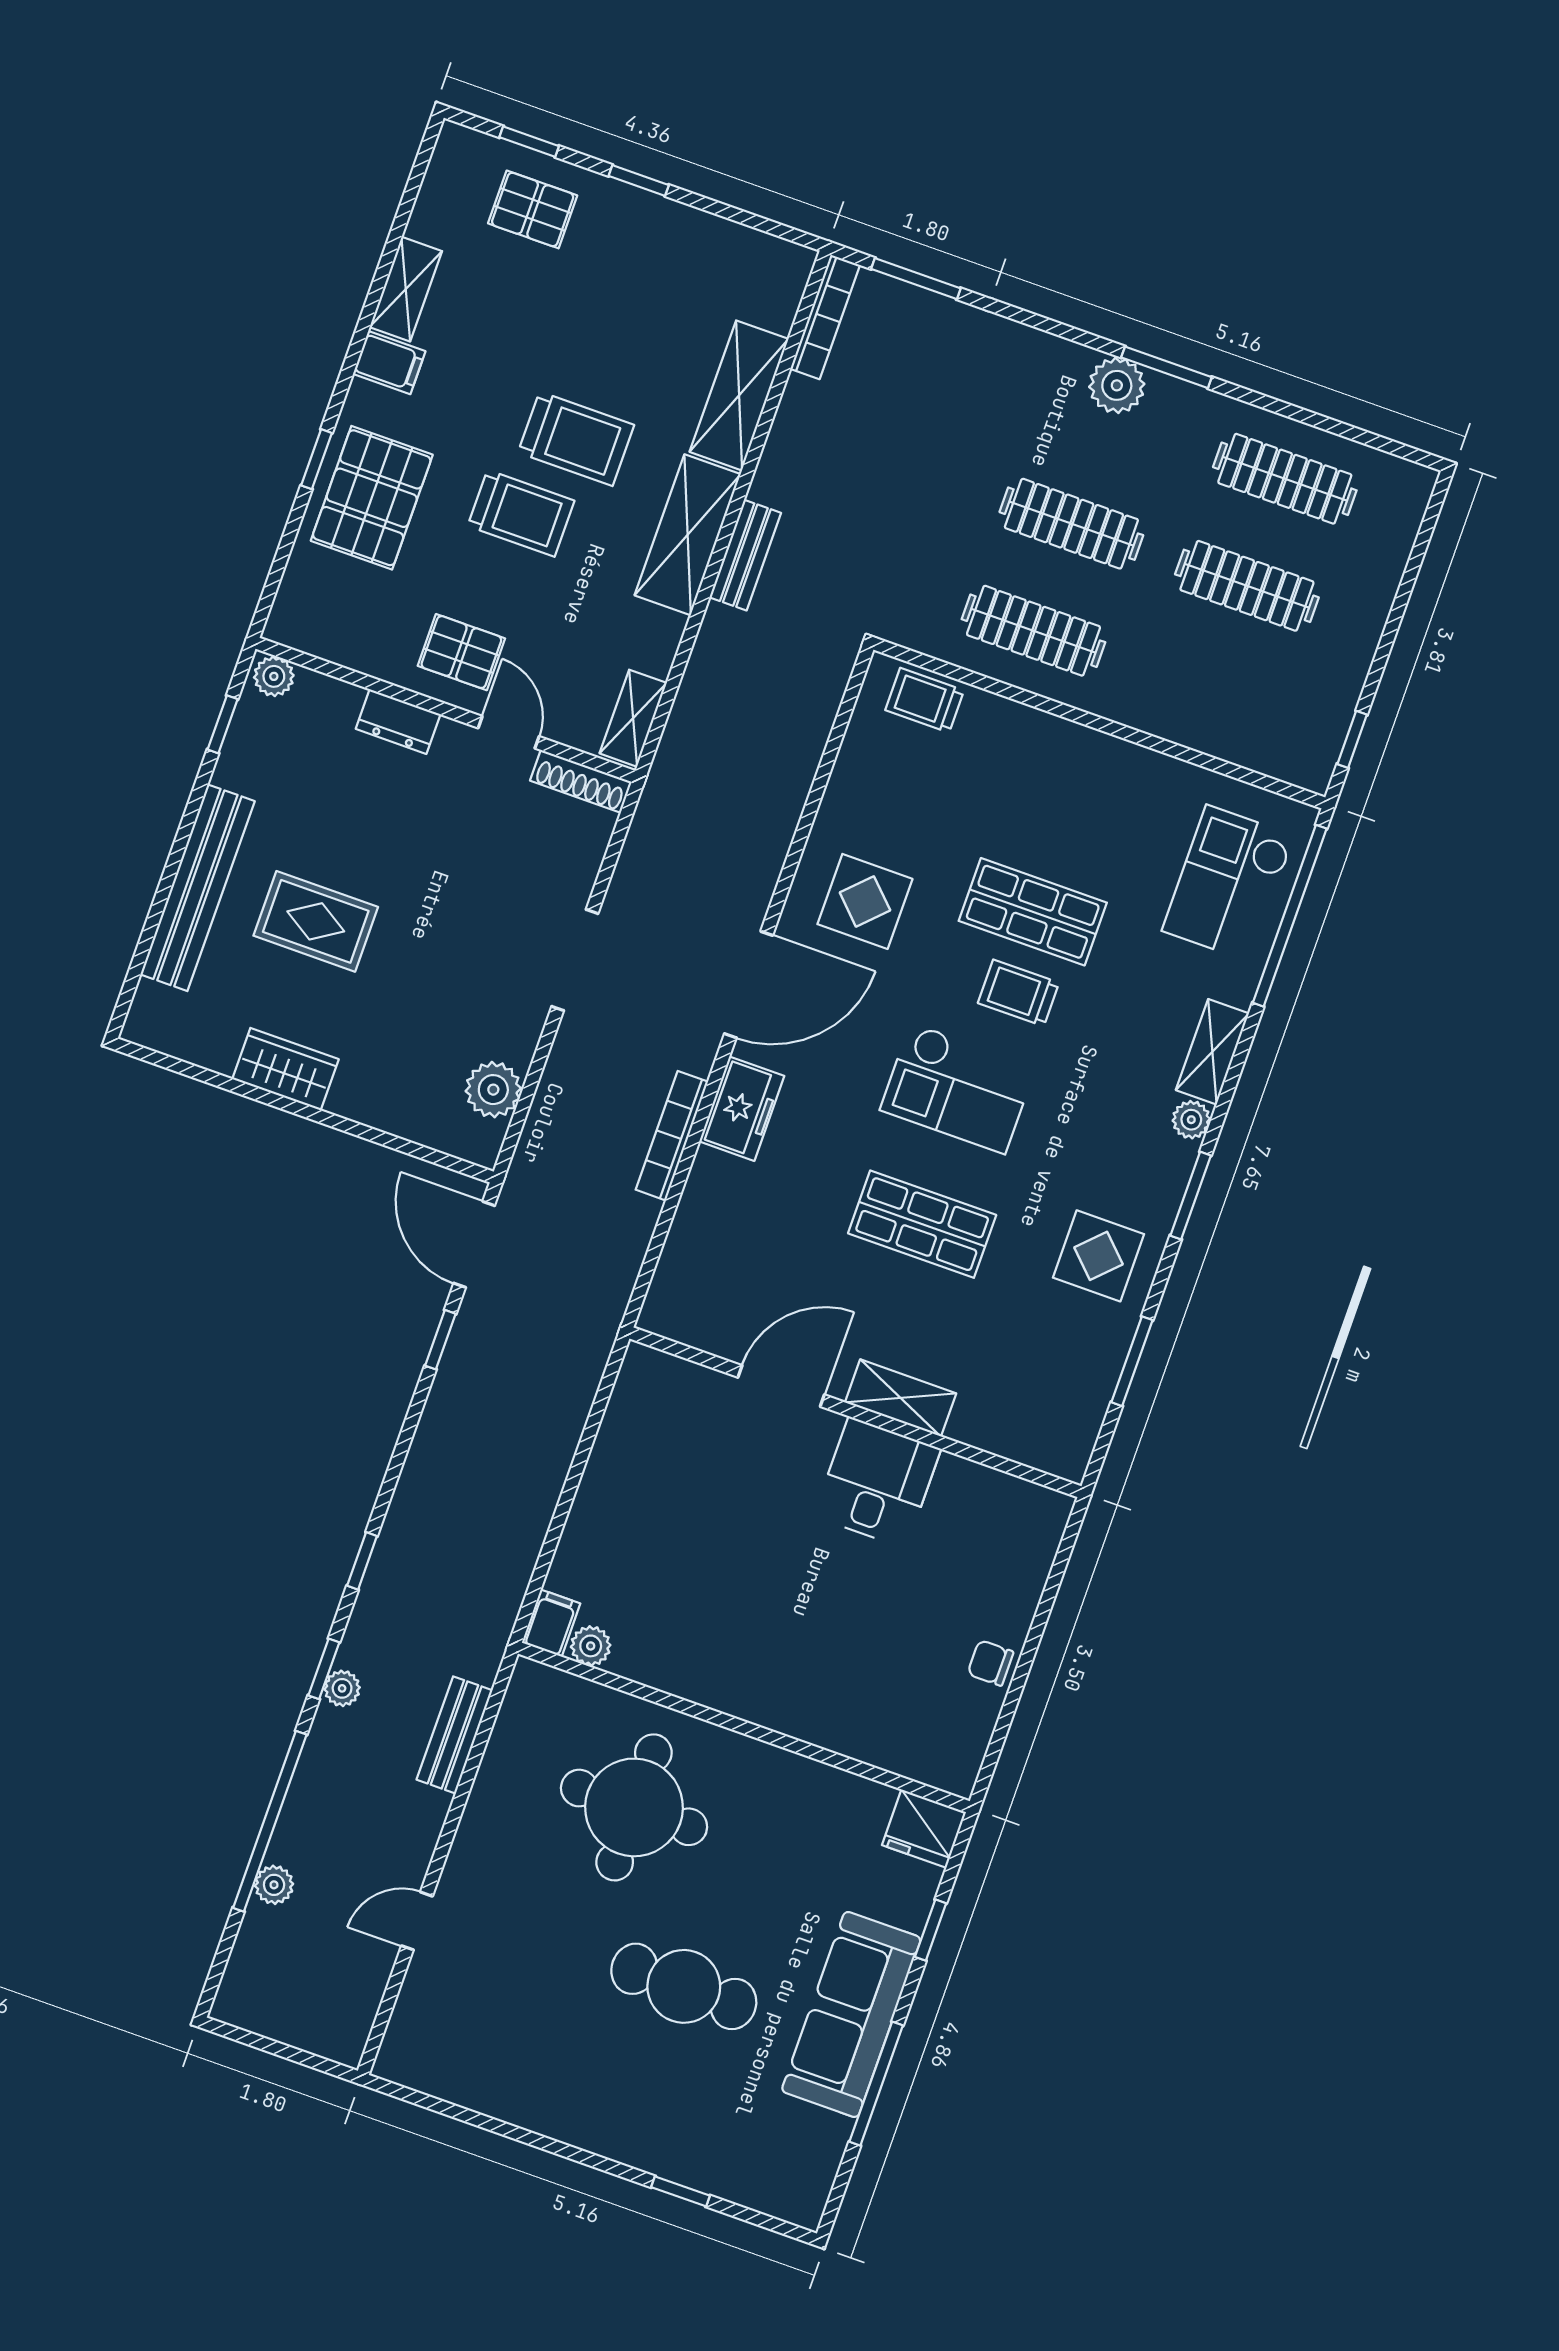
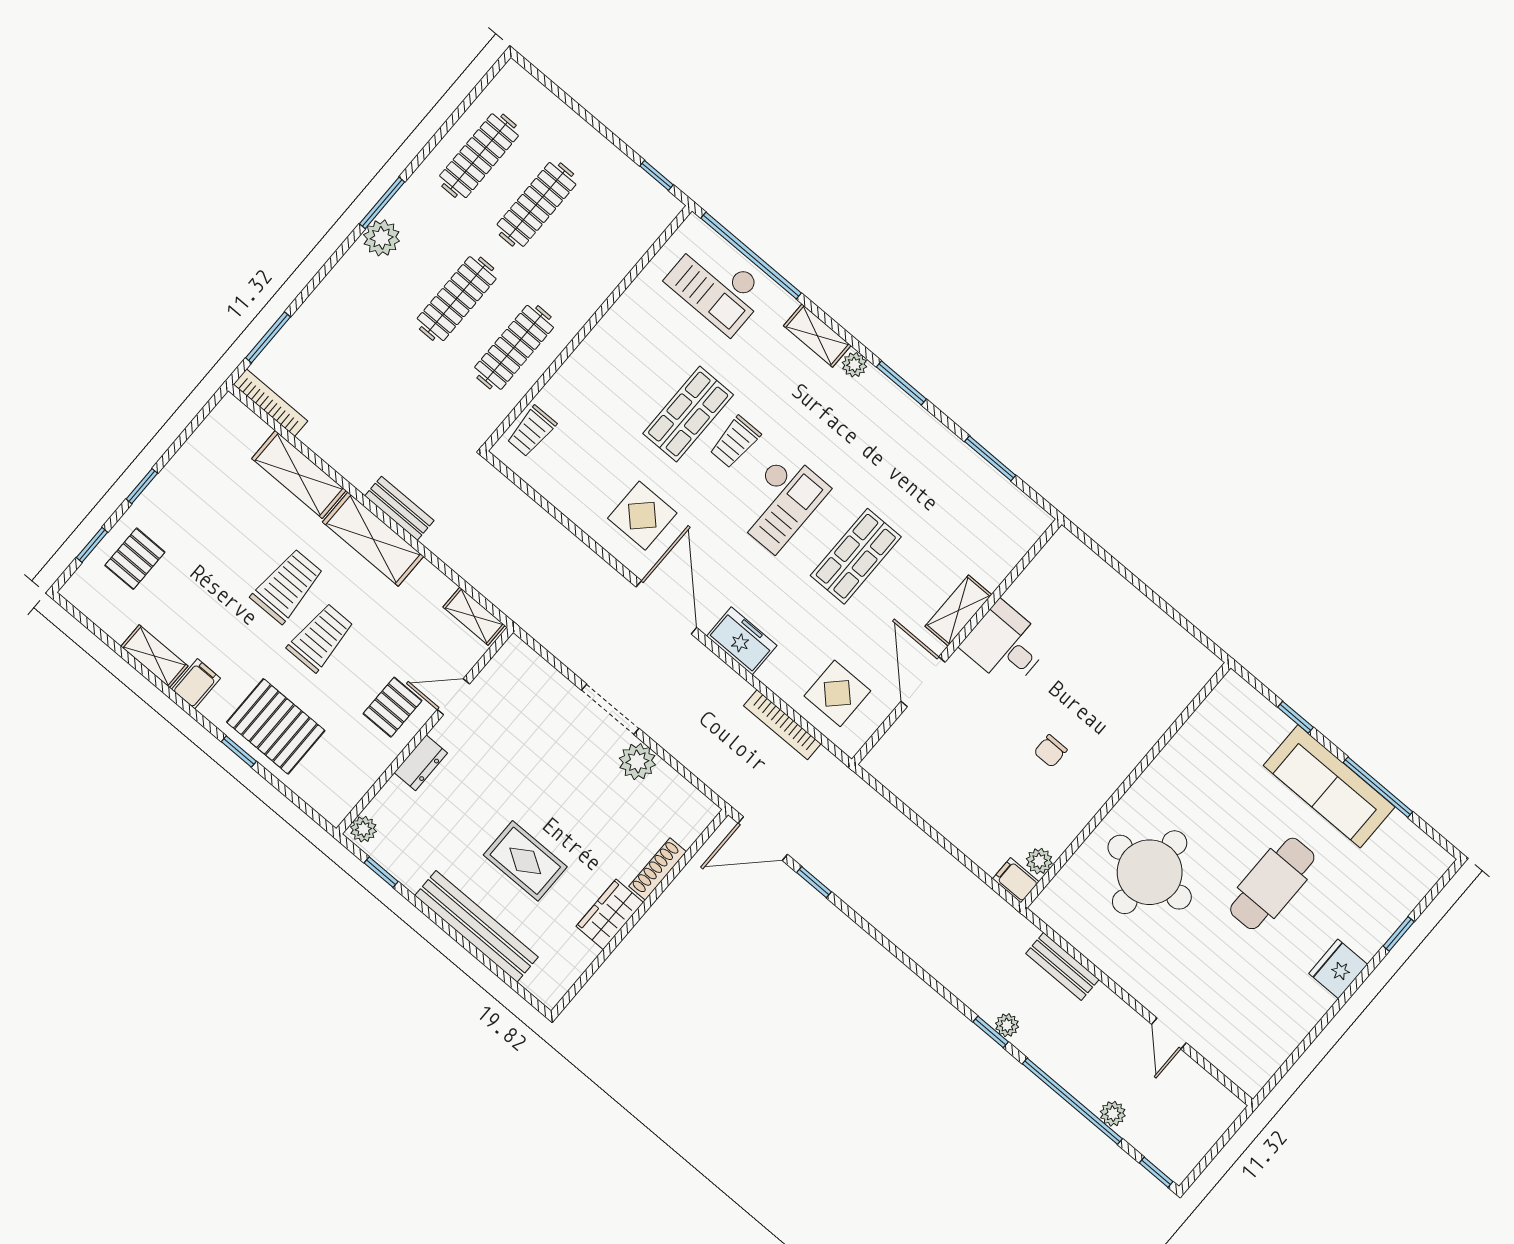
shoe rack: (581, 781) -> (658, 869), moved, turned 180
rug: (316, 921) -> (525, 861), turned 90
plant: (493, 1090) -> (637, 762), moved
bookcase: (672, 1136) -> (782, 725), moved
display table: (1098, 1256) -> (837, 693), moved
window: (362, 1561) -> (1156, 1172), moved
chair: (990, 1663) -> (1051, 751), moved
fridge: (924, 1829) -> (1338, 969), moved, turned 180

